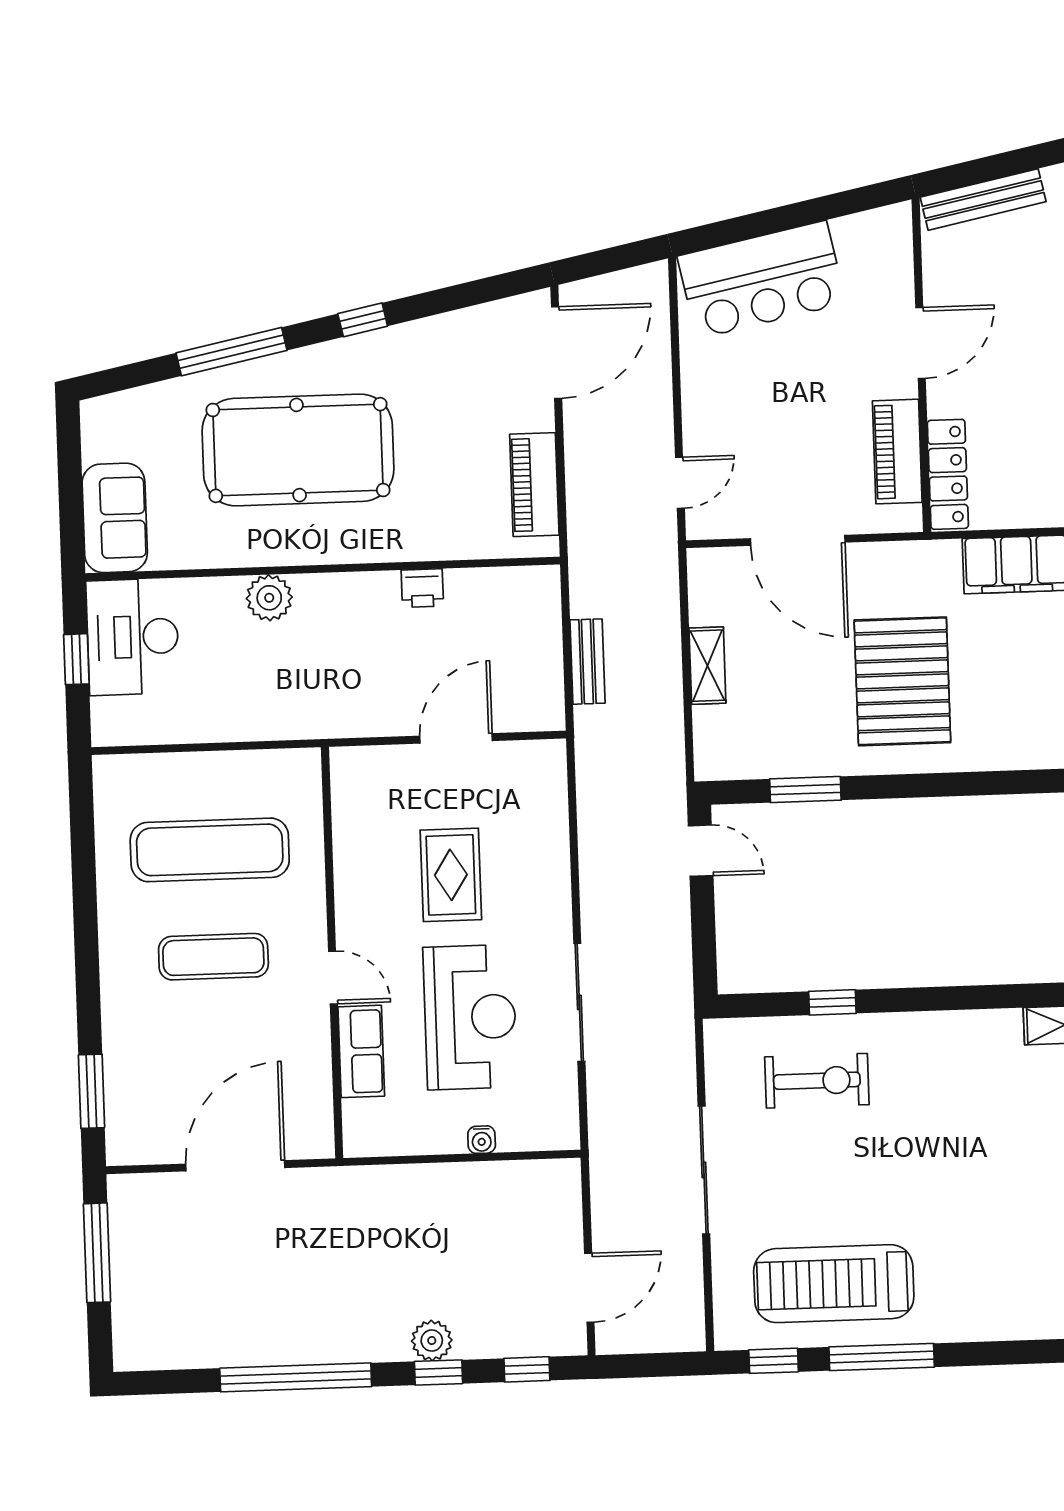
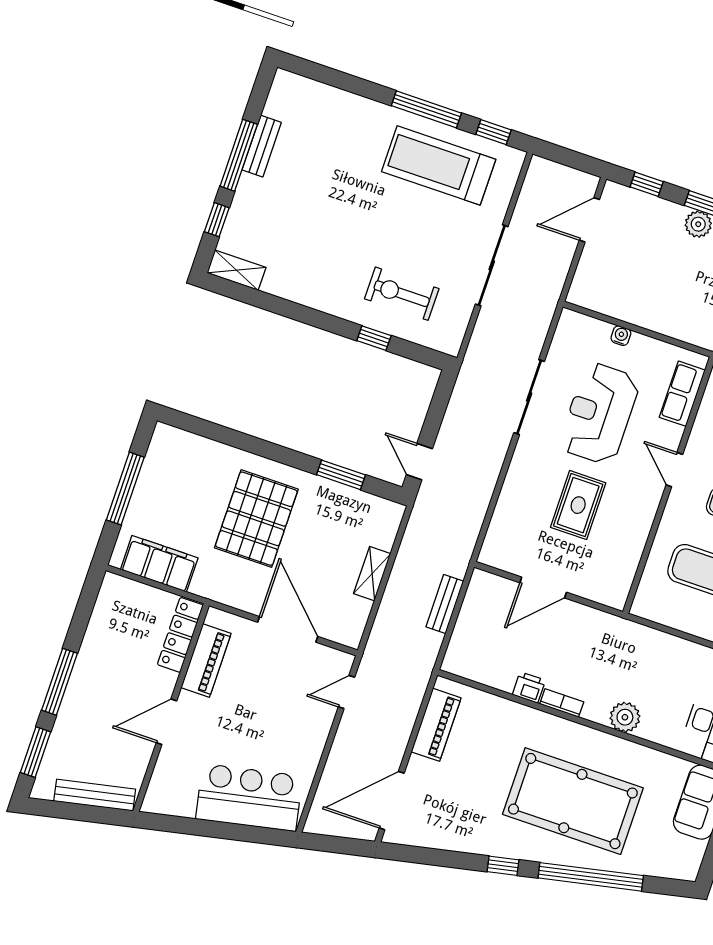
window: (232, 352) -> (591, 877), width x1.46
bookcase: (367, 584) -> (562, 703), added
row of seats: (361, 1051) -> (682, 394), moved
treadmill: (834, 1284) -> (439, 165), turned 180

